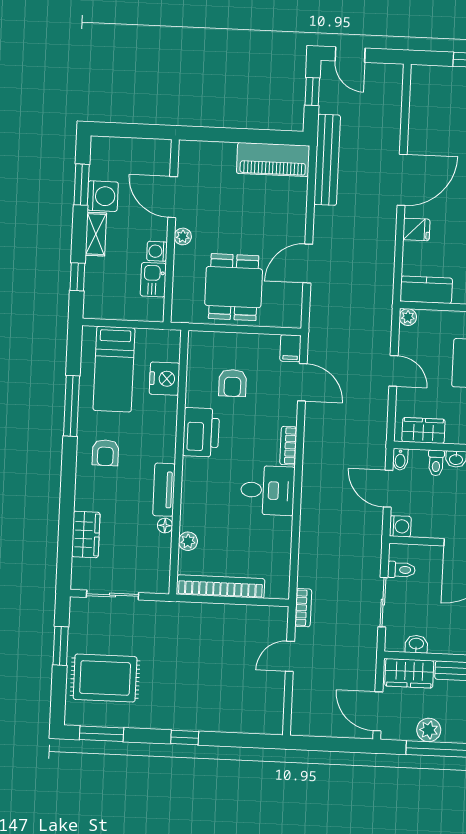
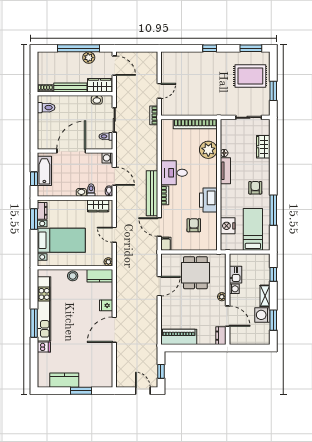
dresser: (188, 158) -> (221, 336), added
bench: (327, 160) -> (152, 193), moved
plant: (188, 541) -> (208, 150), width x1.87, depth x1.87

